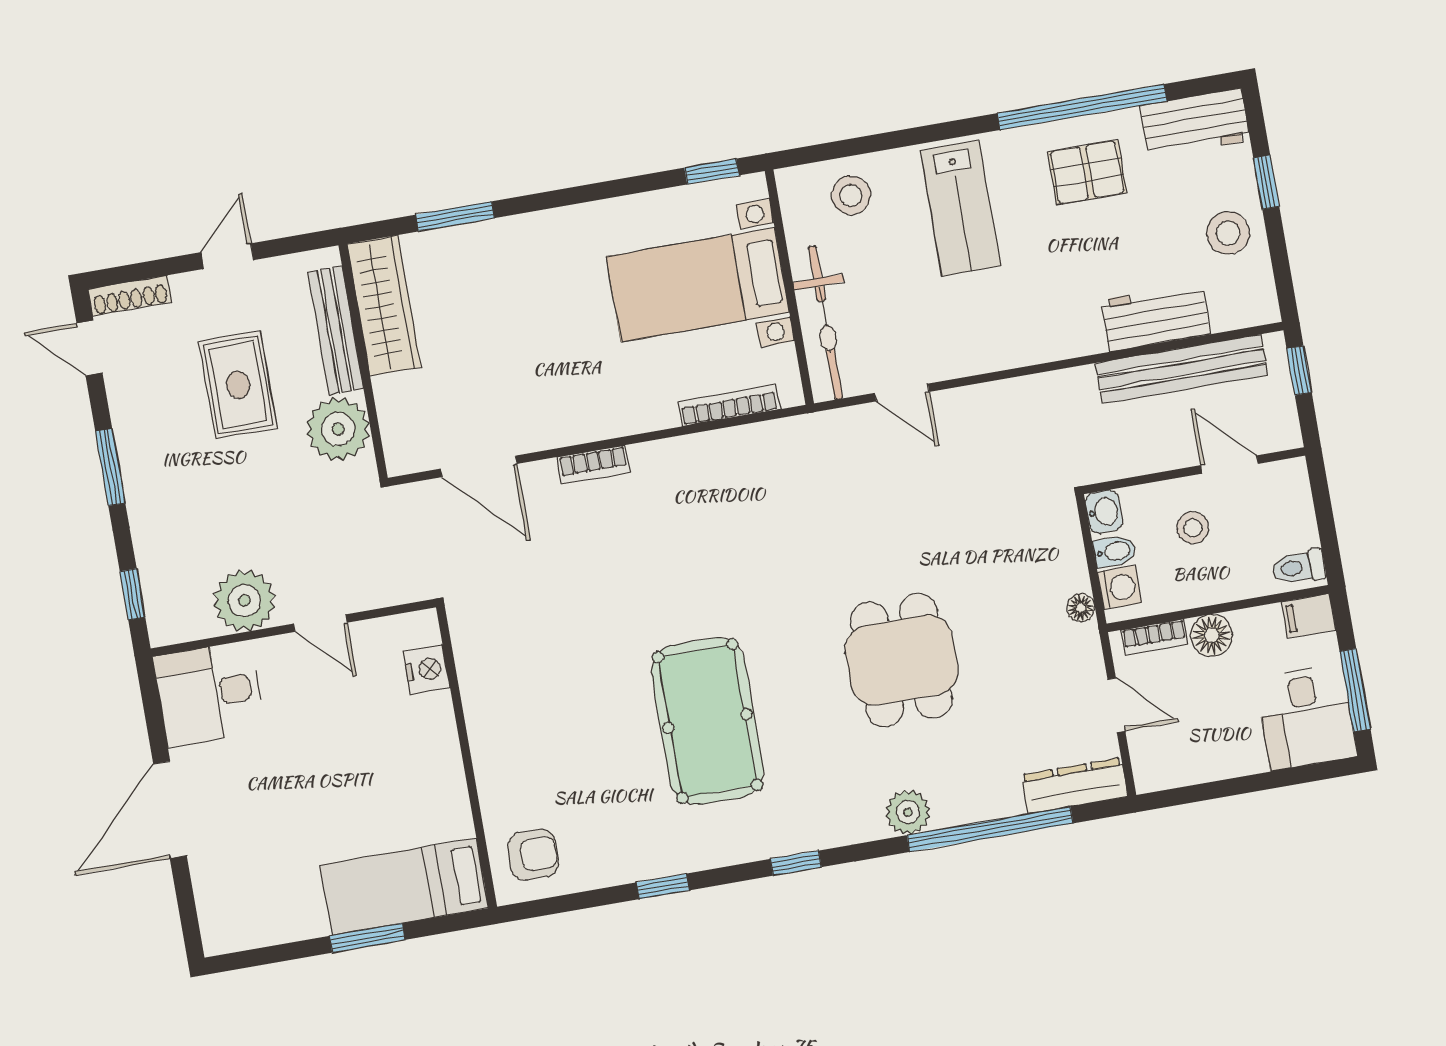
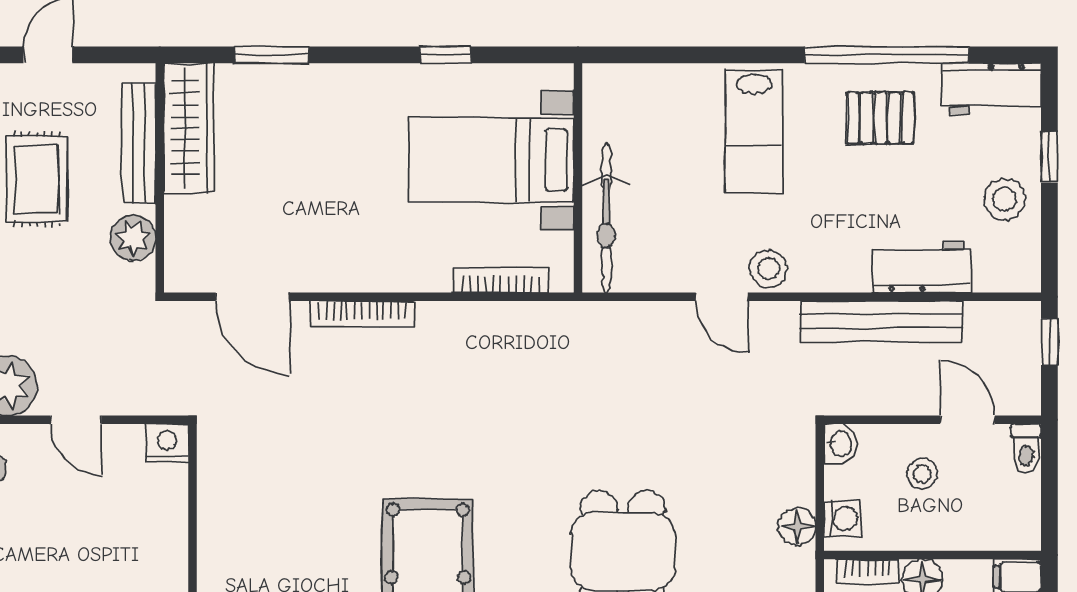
window: (712, 172) -> (445, 55), moved
stool: (851, 195) -> (769, 269), moved
bench: (1182, 369) -> (881, 321), moved
door: (902, 392) -> (722, 297), moved
plant: (338, 429) -> (133, 238), width x0.73, depth x0.73
bookcase: (594, 465) -> (362, 314), width x1.56
bidet: (1115, 551) -> (844, 483), removed
toilet: (1299, 567) -> (1026, 449), moved, turned -90
floor lamp: (1081, 608) -> (797, 526), width x1.37, depth x1.37
nightstand: (427, 669) -> (167, 443), moved, turned -90

